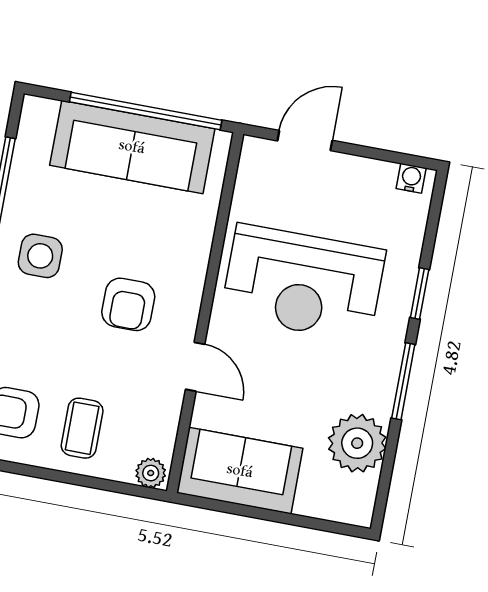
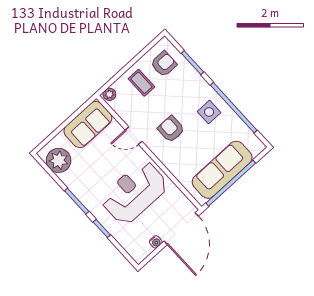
door: (305, 141) -> (181, 229), width x1.88
water cooler: (411, 178) -> (156, 242), moved
plant: (357, 443) -> (59, 160), moved

